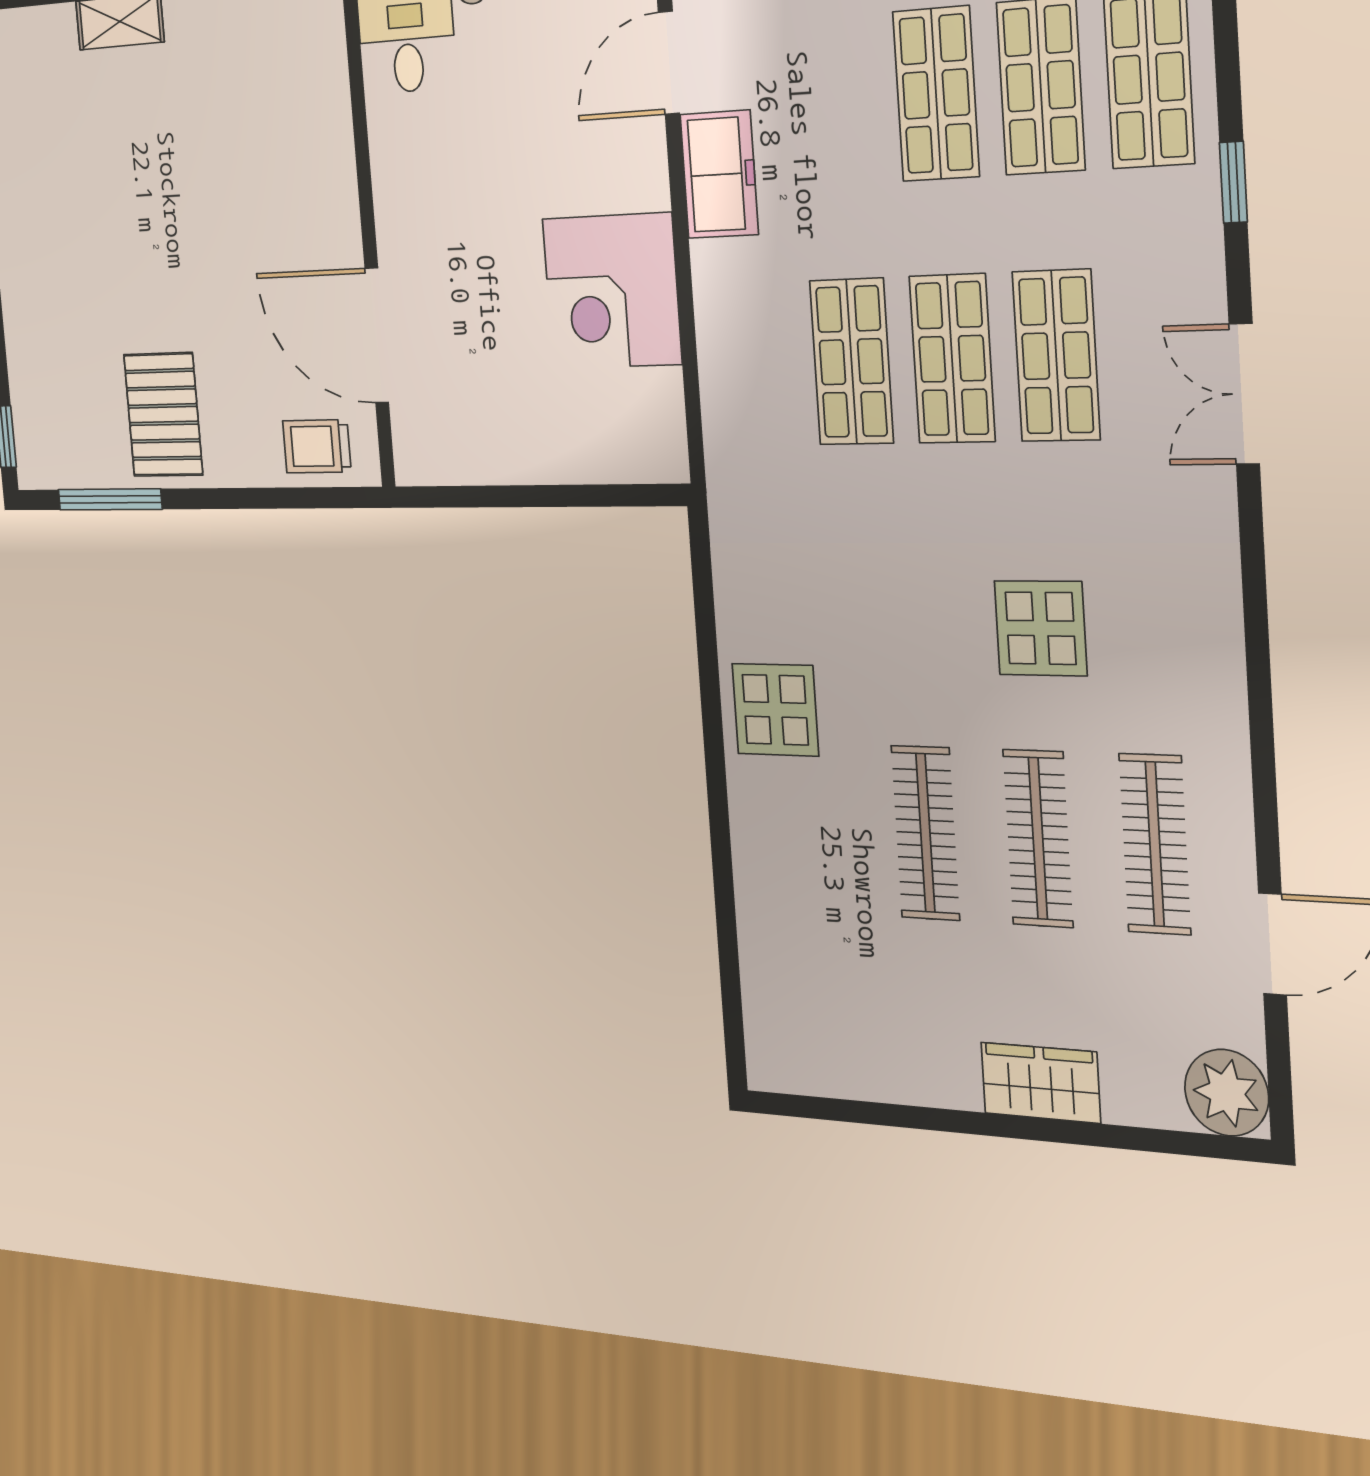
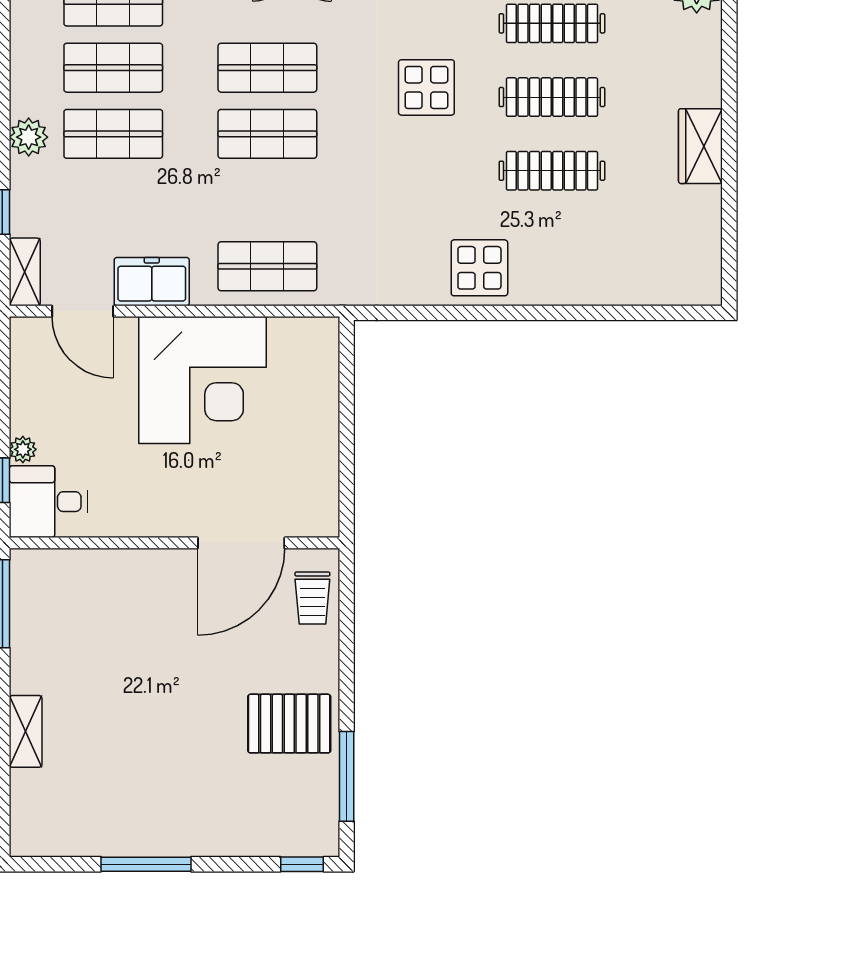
corner desk: (612, 291) -> (202, 380), width x1.36, depth x1.36
shop shelf: (852, 362) -> (267, 266), moved
wardrobe: (1041, 1083) -> (700, 146), moved

